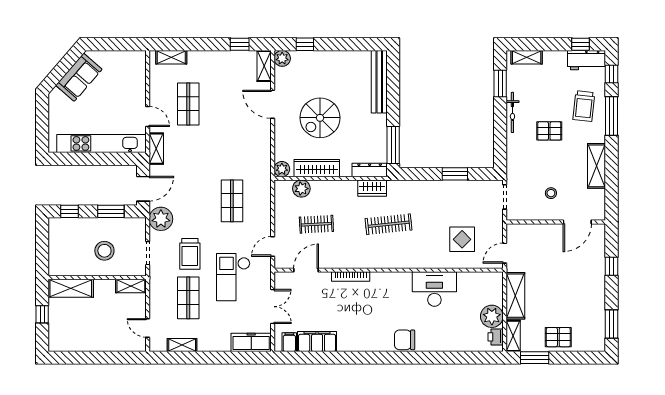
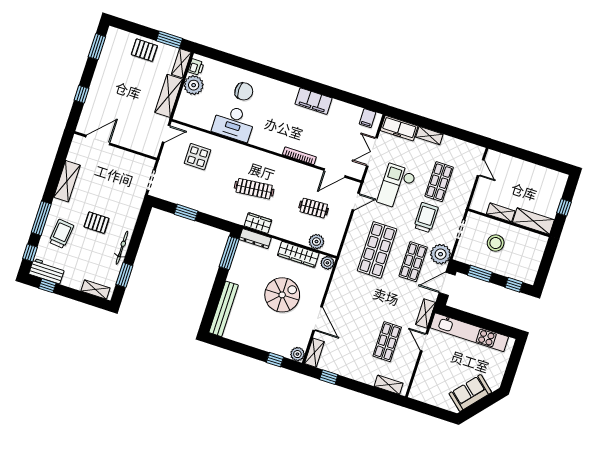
stool: (551, 193) -> (112, 171), removed
shop shelf: (188, 201) -> (413, 262), added
shop shelf: (232, 201) -> (377, 250), width x1.43, depth x1.36
checkout: (233, 277) -> (396, 187), turned 180
shelving: (131, 286) -> (501, 212), moved
chair: (405, 340) -> (244, 91), moved
filing cabinet: (317, 341) -> (314, 101), moved
shelving: (182, 345) -> (429, 136), moved

